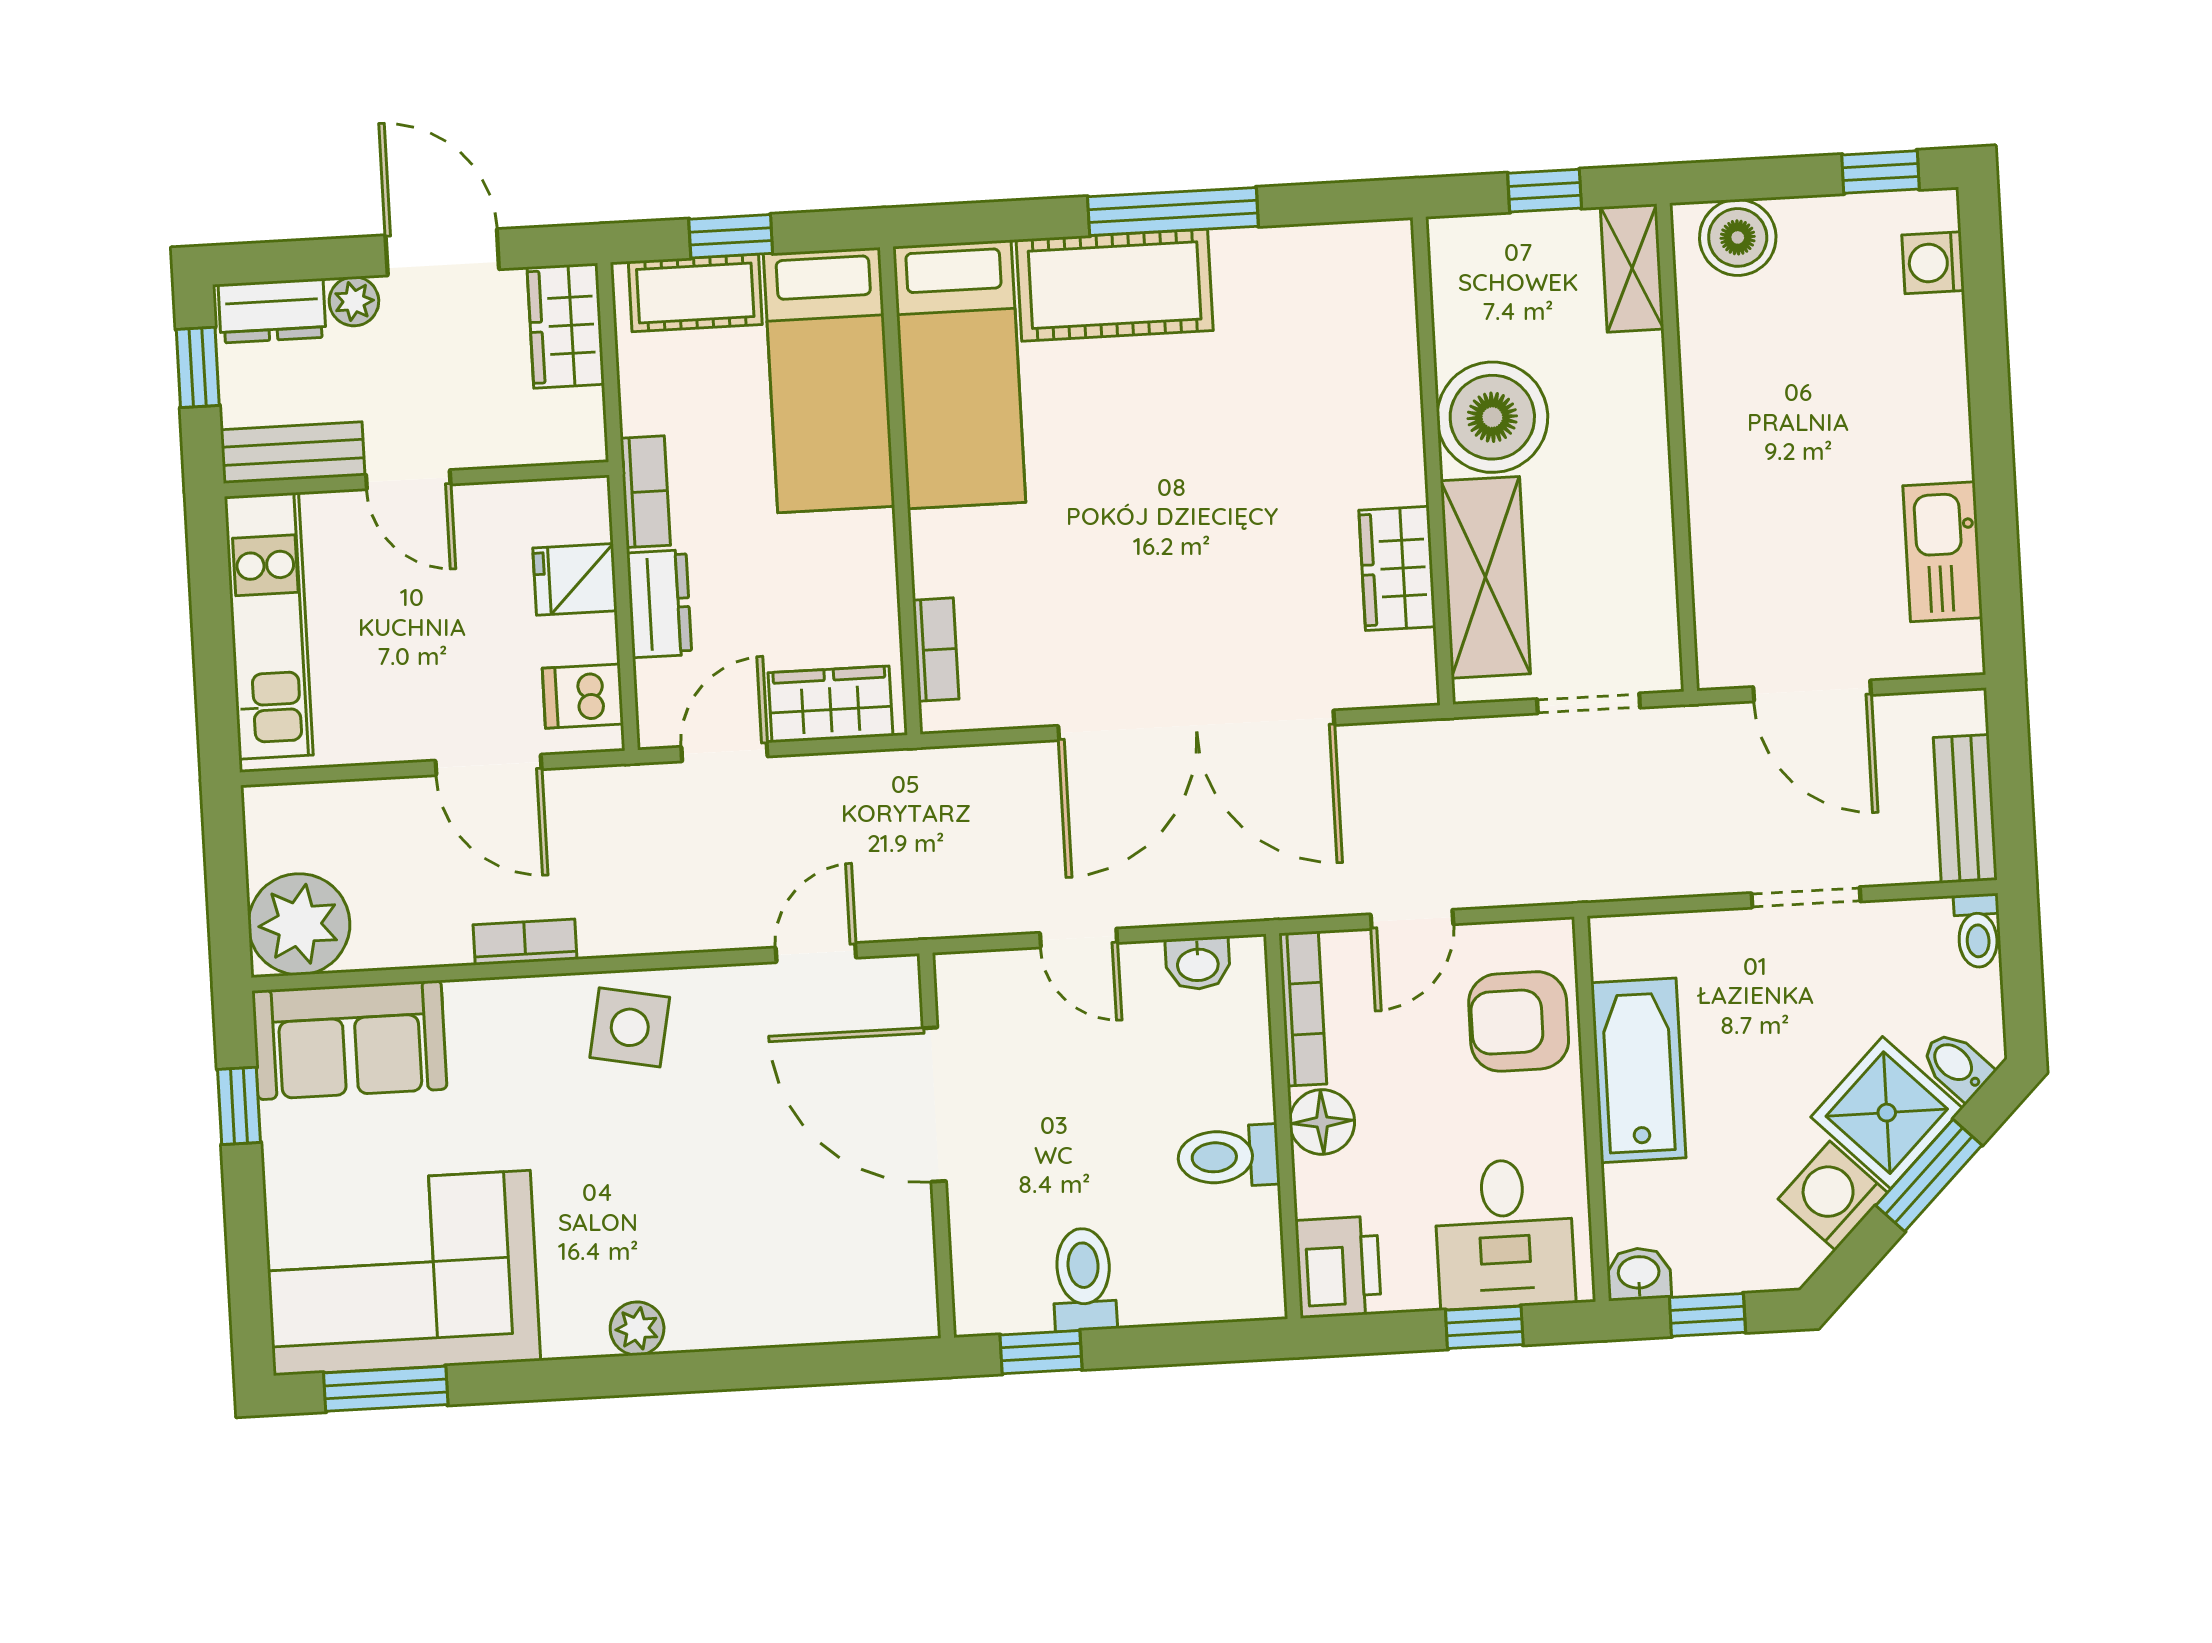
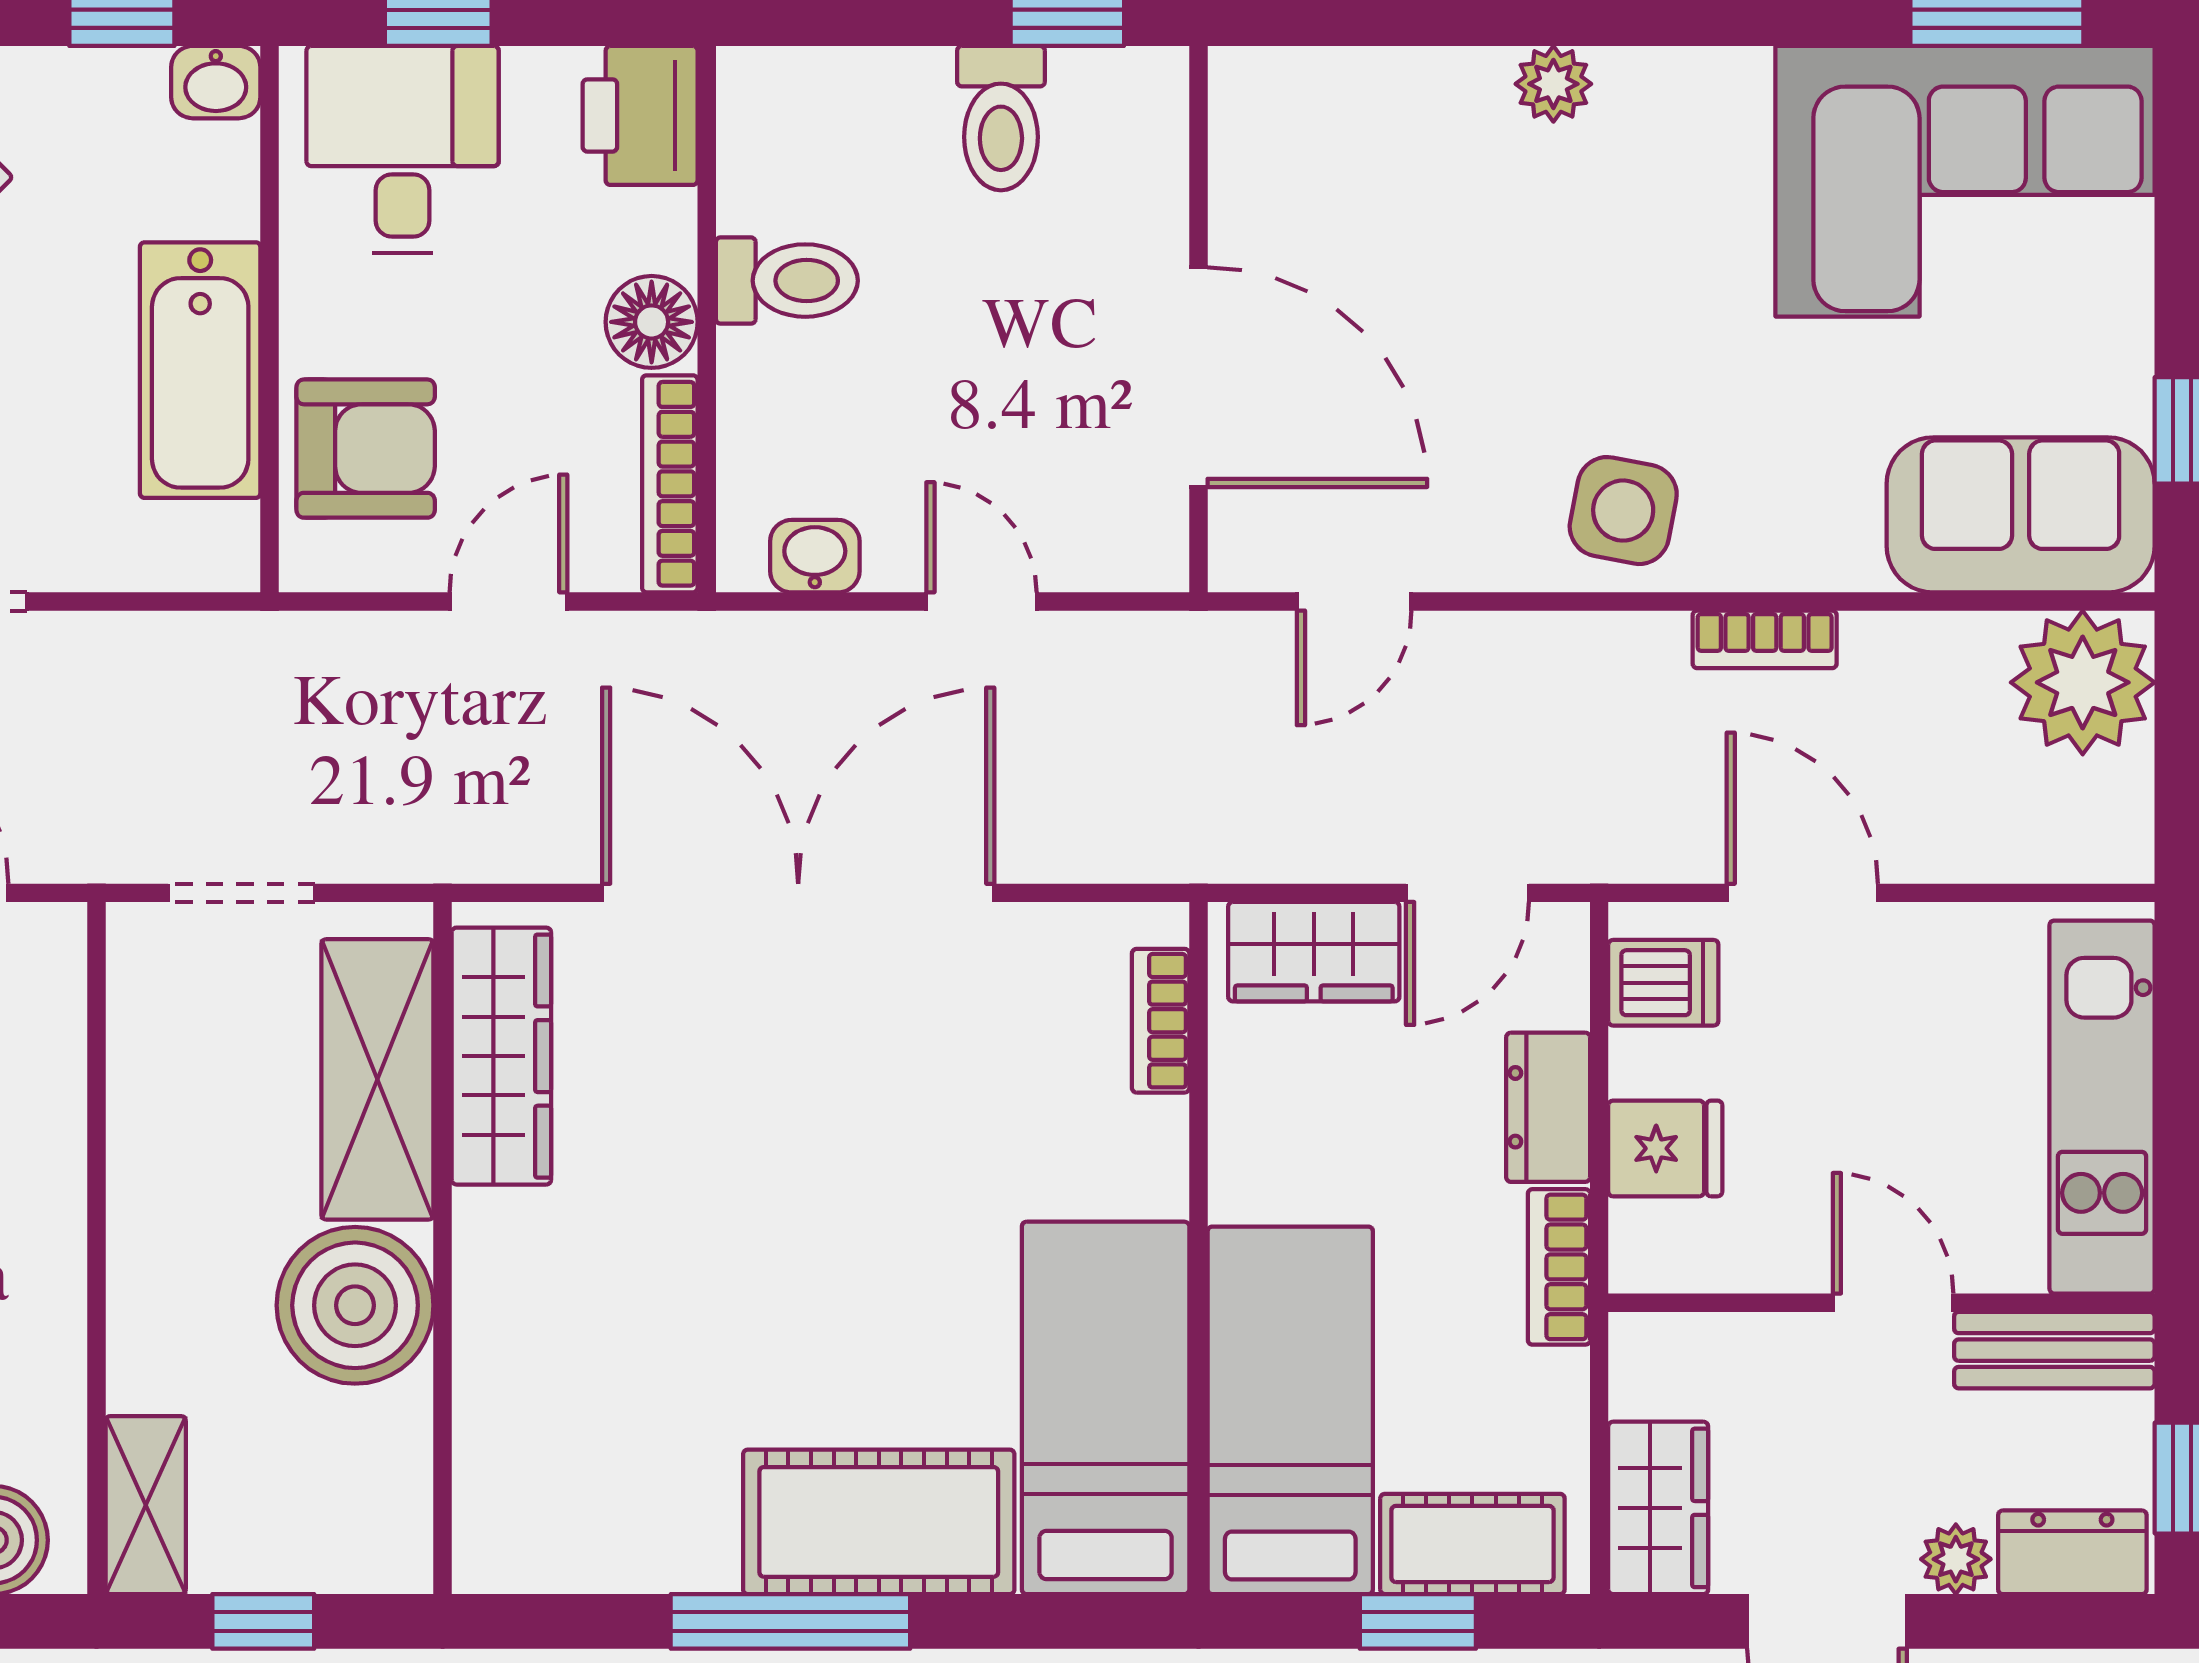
wardrobe: (1397, 568) -> (501, 1056), width x1.50
plant: (637, 1329) -> (1553, 84), moved

